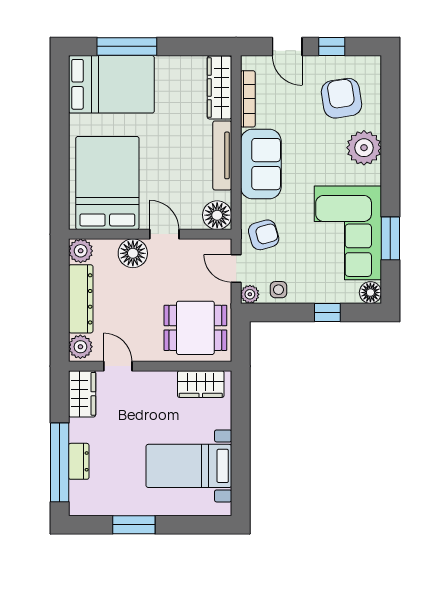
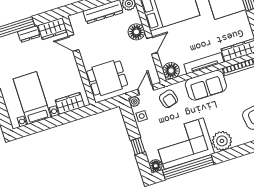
plant: (364, 148) -> (222, 141), moved
window: (390, 238) -> (188, 167), width x2.11
dining table: (195, 328) -> (107, 78), turned 90
plant: (80, 347) -> (77, 20), removed
door: (118, 366) -> (73, 43), swing flipped
wardrobe: (201, 384) -> (70, 103), moved, turned 90
dresser: (79, 461) -> (29, 34), moved

